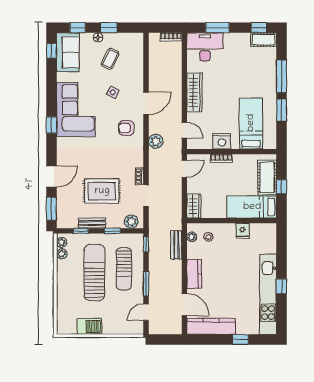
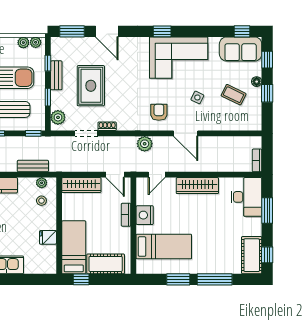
cot: (264, 40) -> (252, 255), width x1.37, depth x1.34
window: (281, 187) -> (81, 279), moved
wardrobe: (194, 206) -> (81, 185), width x1.50

